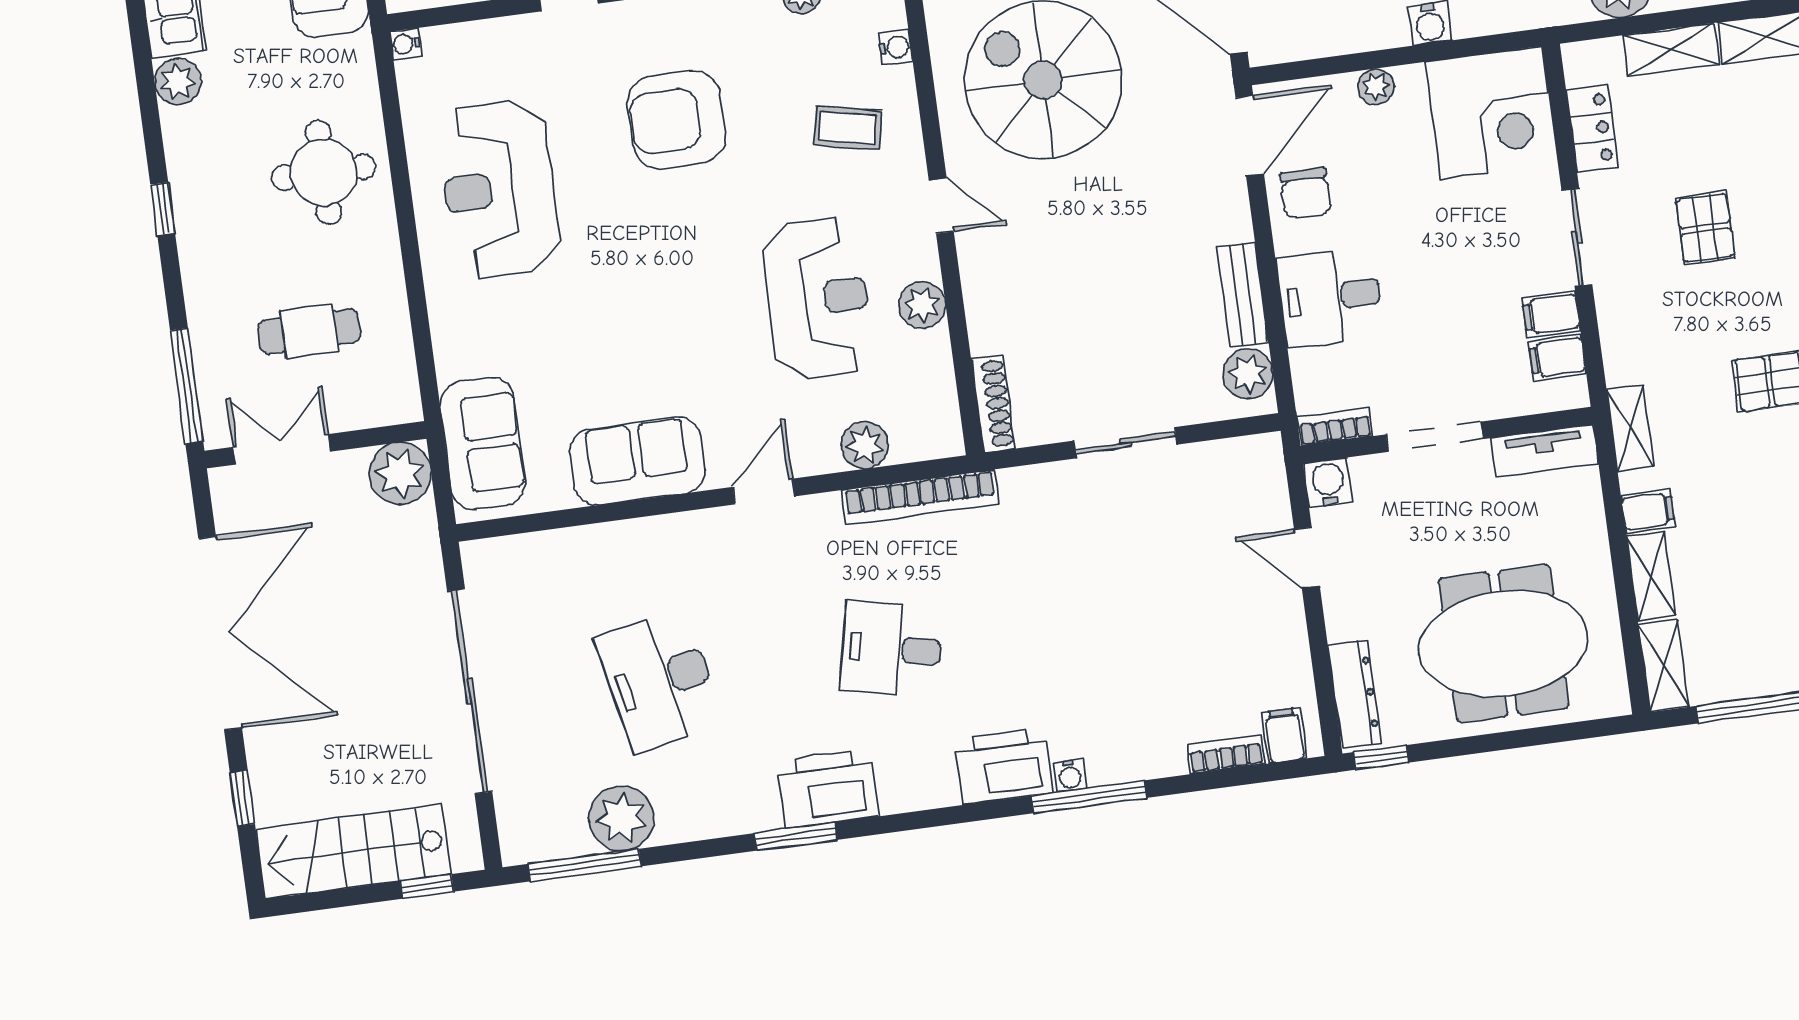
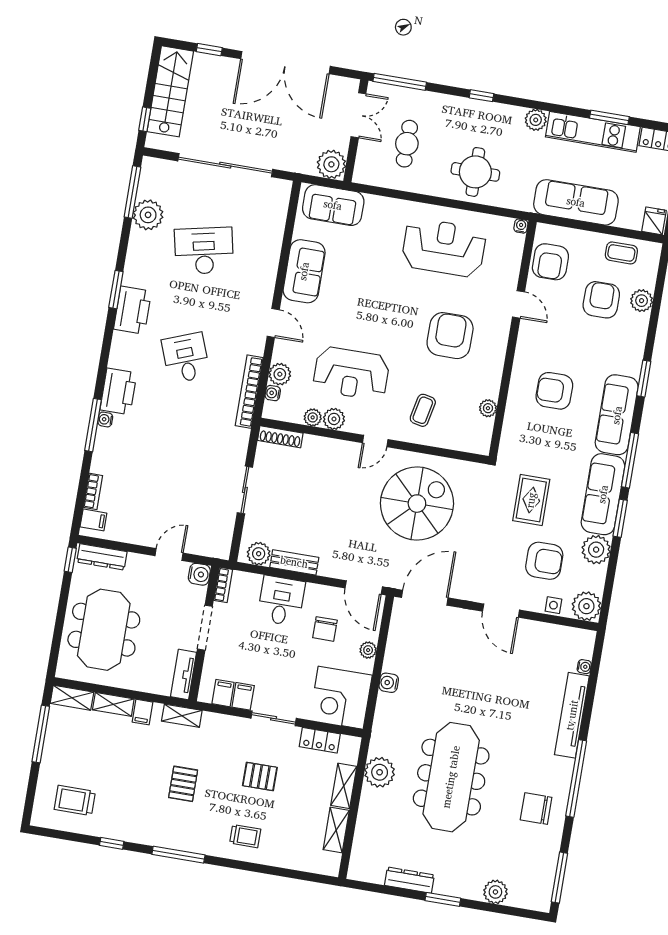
water cooler: (895, 47) -> (273, 393), moved, turned 90
chair: (1306, 193) -> (325, 629), moved, turned -90
plant: (933, 350) -> (313, 417), added
desk: (892, 649) -> (186, 358), turned -33

